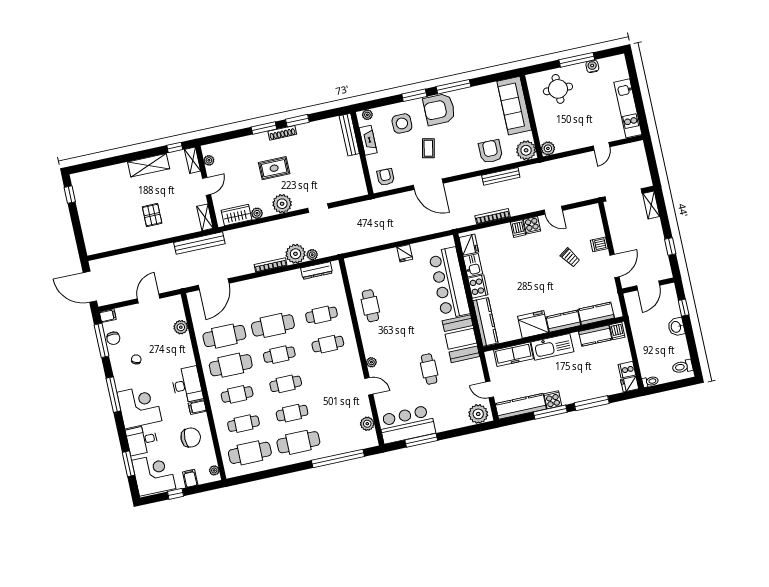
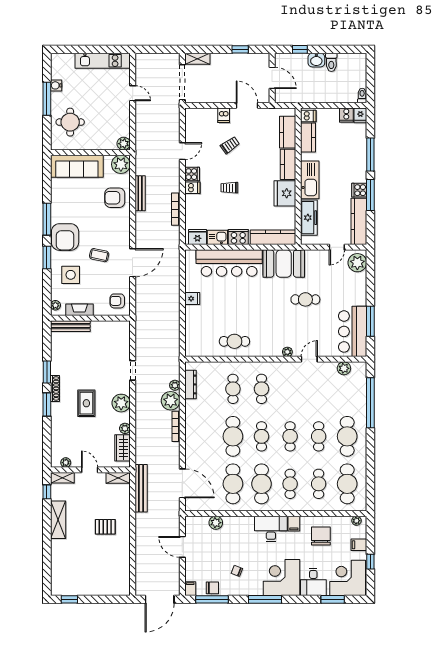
trolley: (526, 266) -> (229, 188), added
toilet: (682, 367) -> (331, 62), moved

